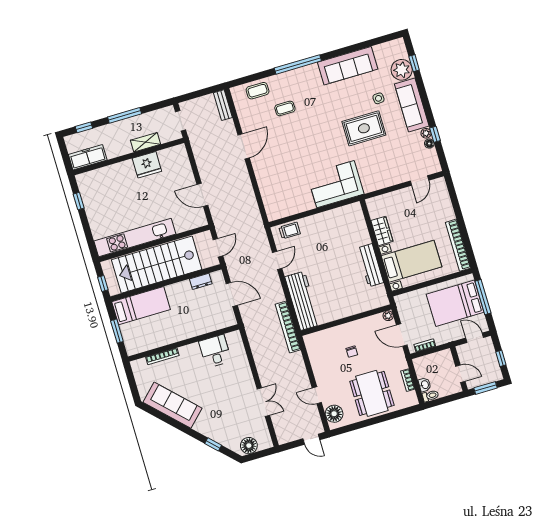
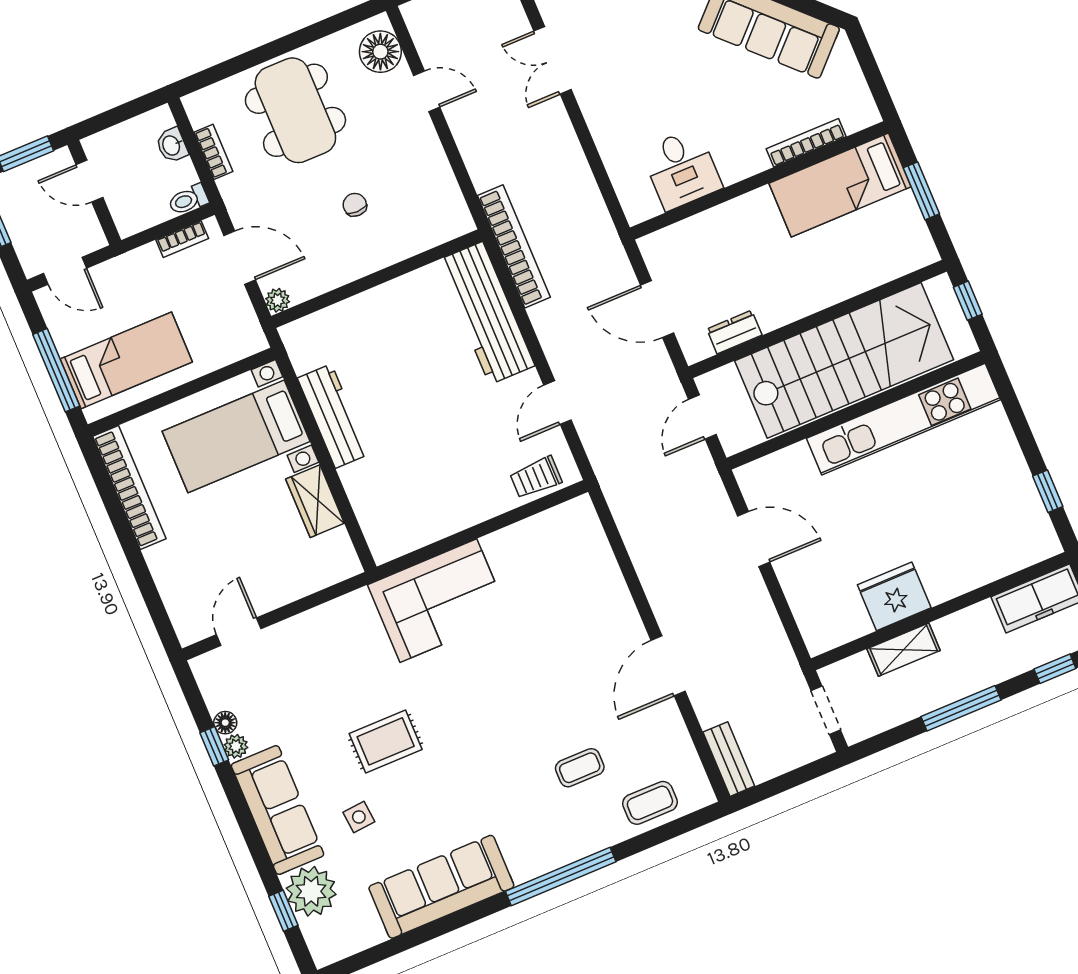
rug: (364, 128) -> (386, 741), width x0.73, depth x0.70
bed: (455, 303) -> (126, 360), width x0.67
bed: (141, 306) -> (840, 185), moved
toilet: (430, 396) -> (188, 200), moved

